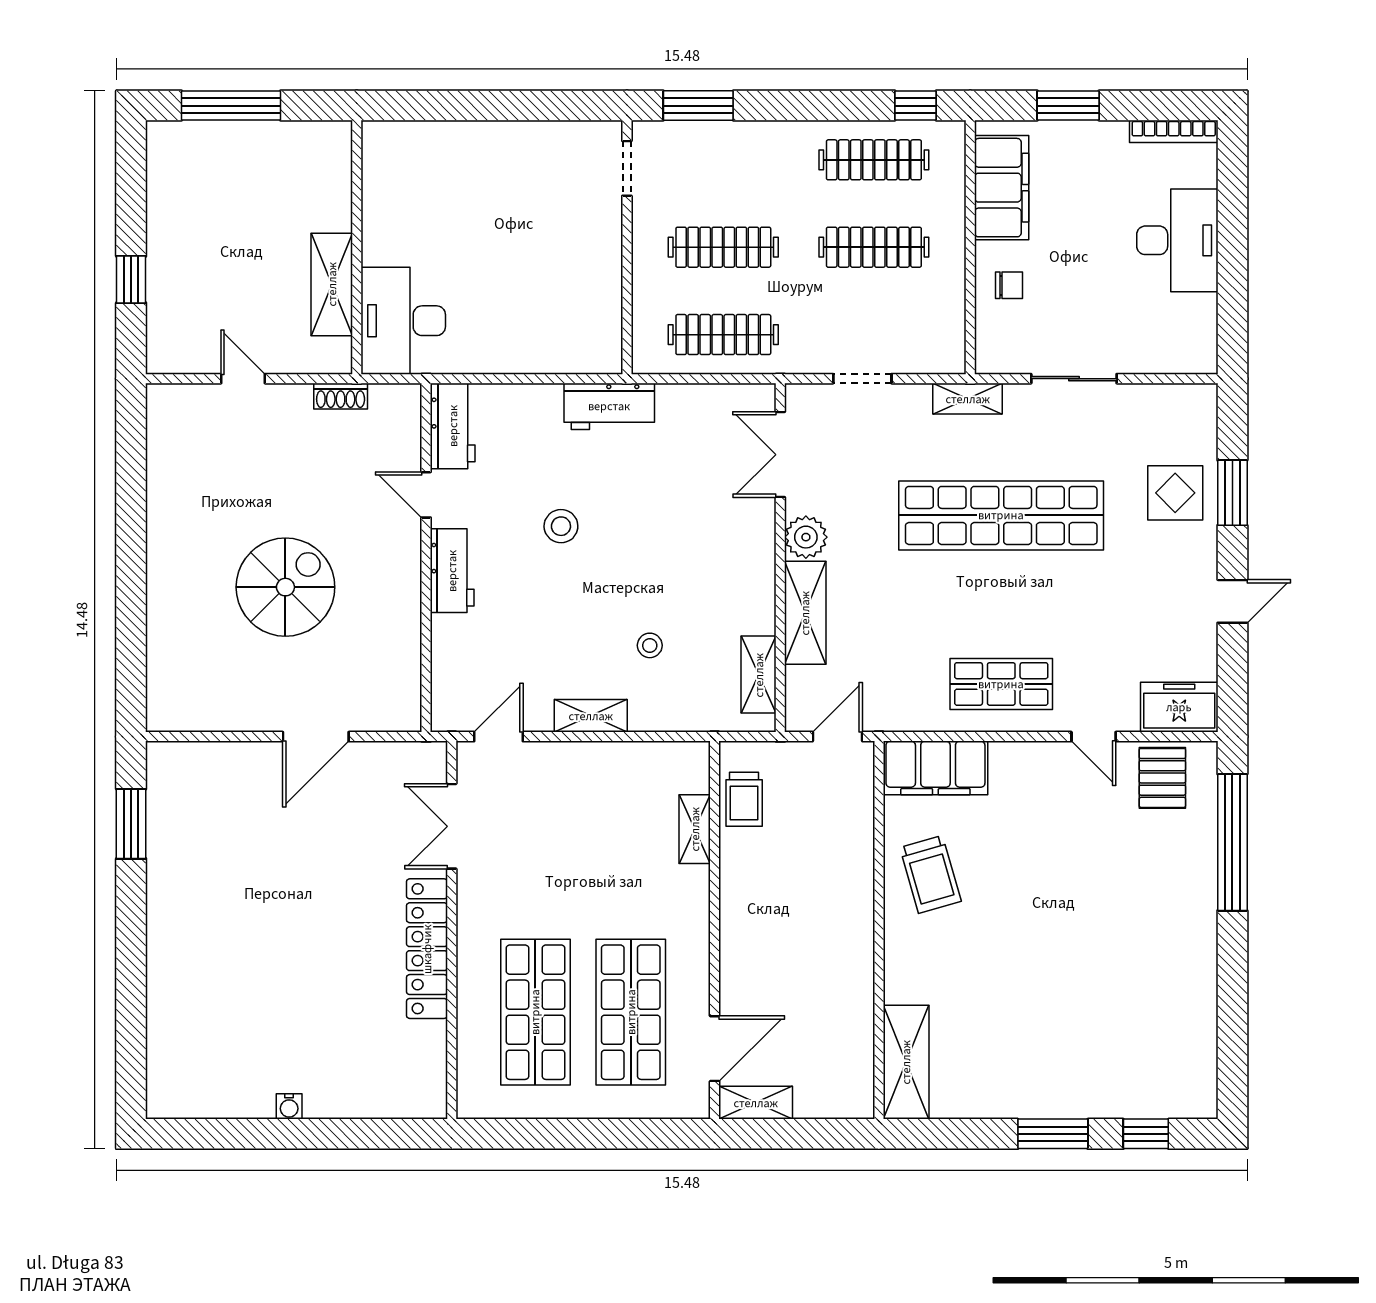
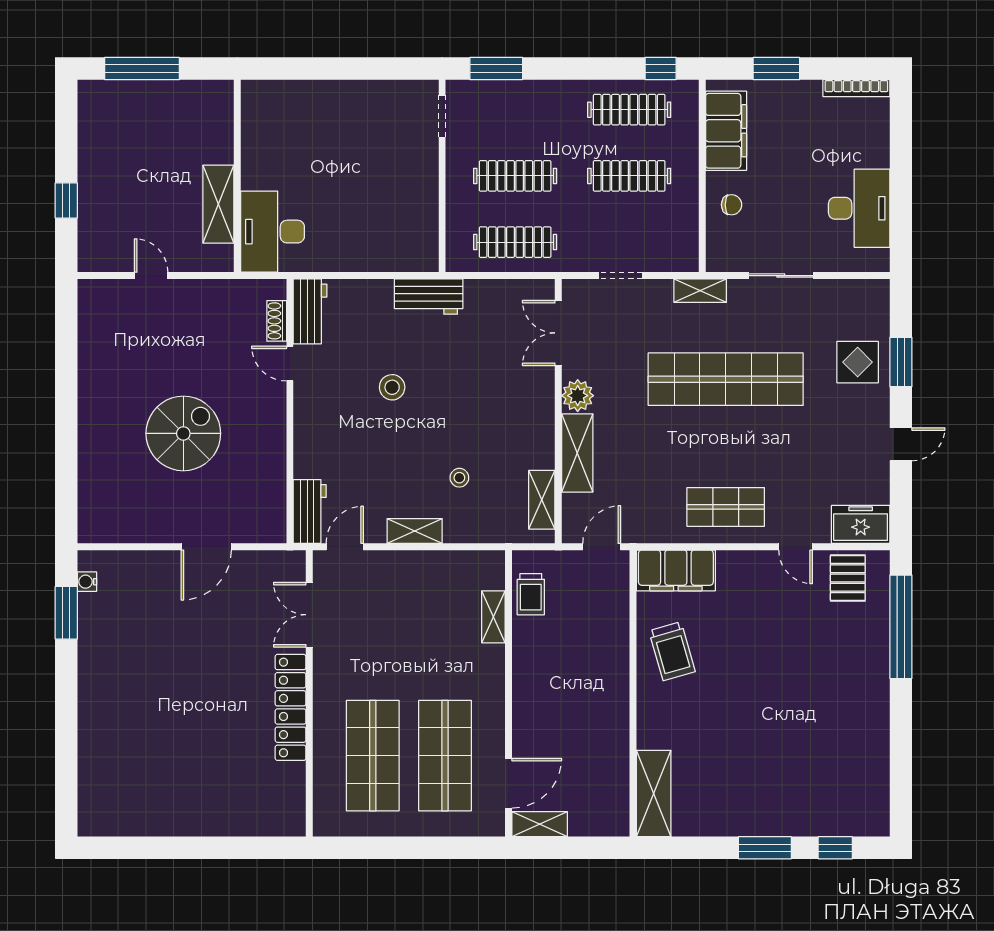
desk: (1177, 240) -> (859, 208), moved
shoe rack: (341, 396) -> (277, 321), moved, turned 90
workbench: (452, 571) -> (310, 512), moved
water cooler: (289, 1106) -> (87, 582), moved, turned 90

